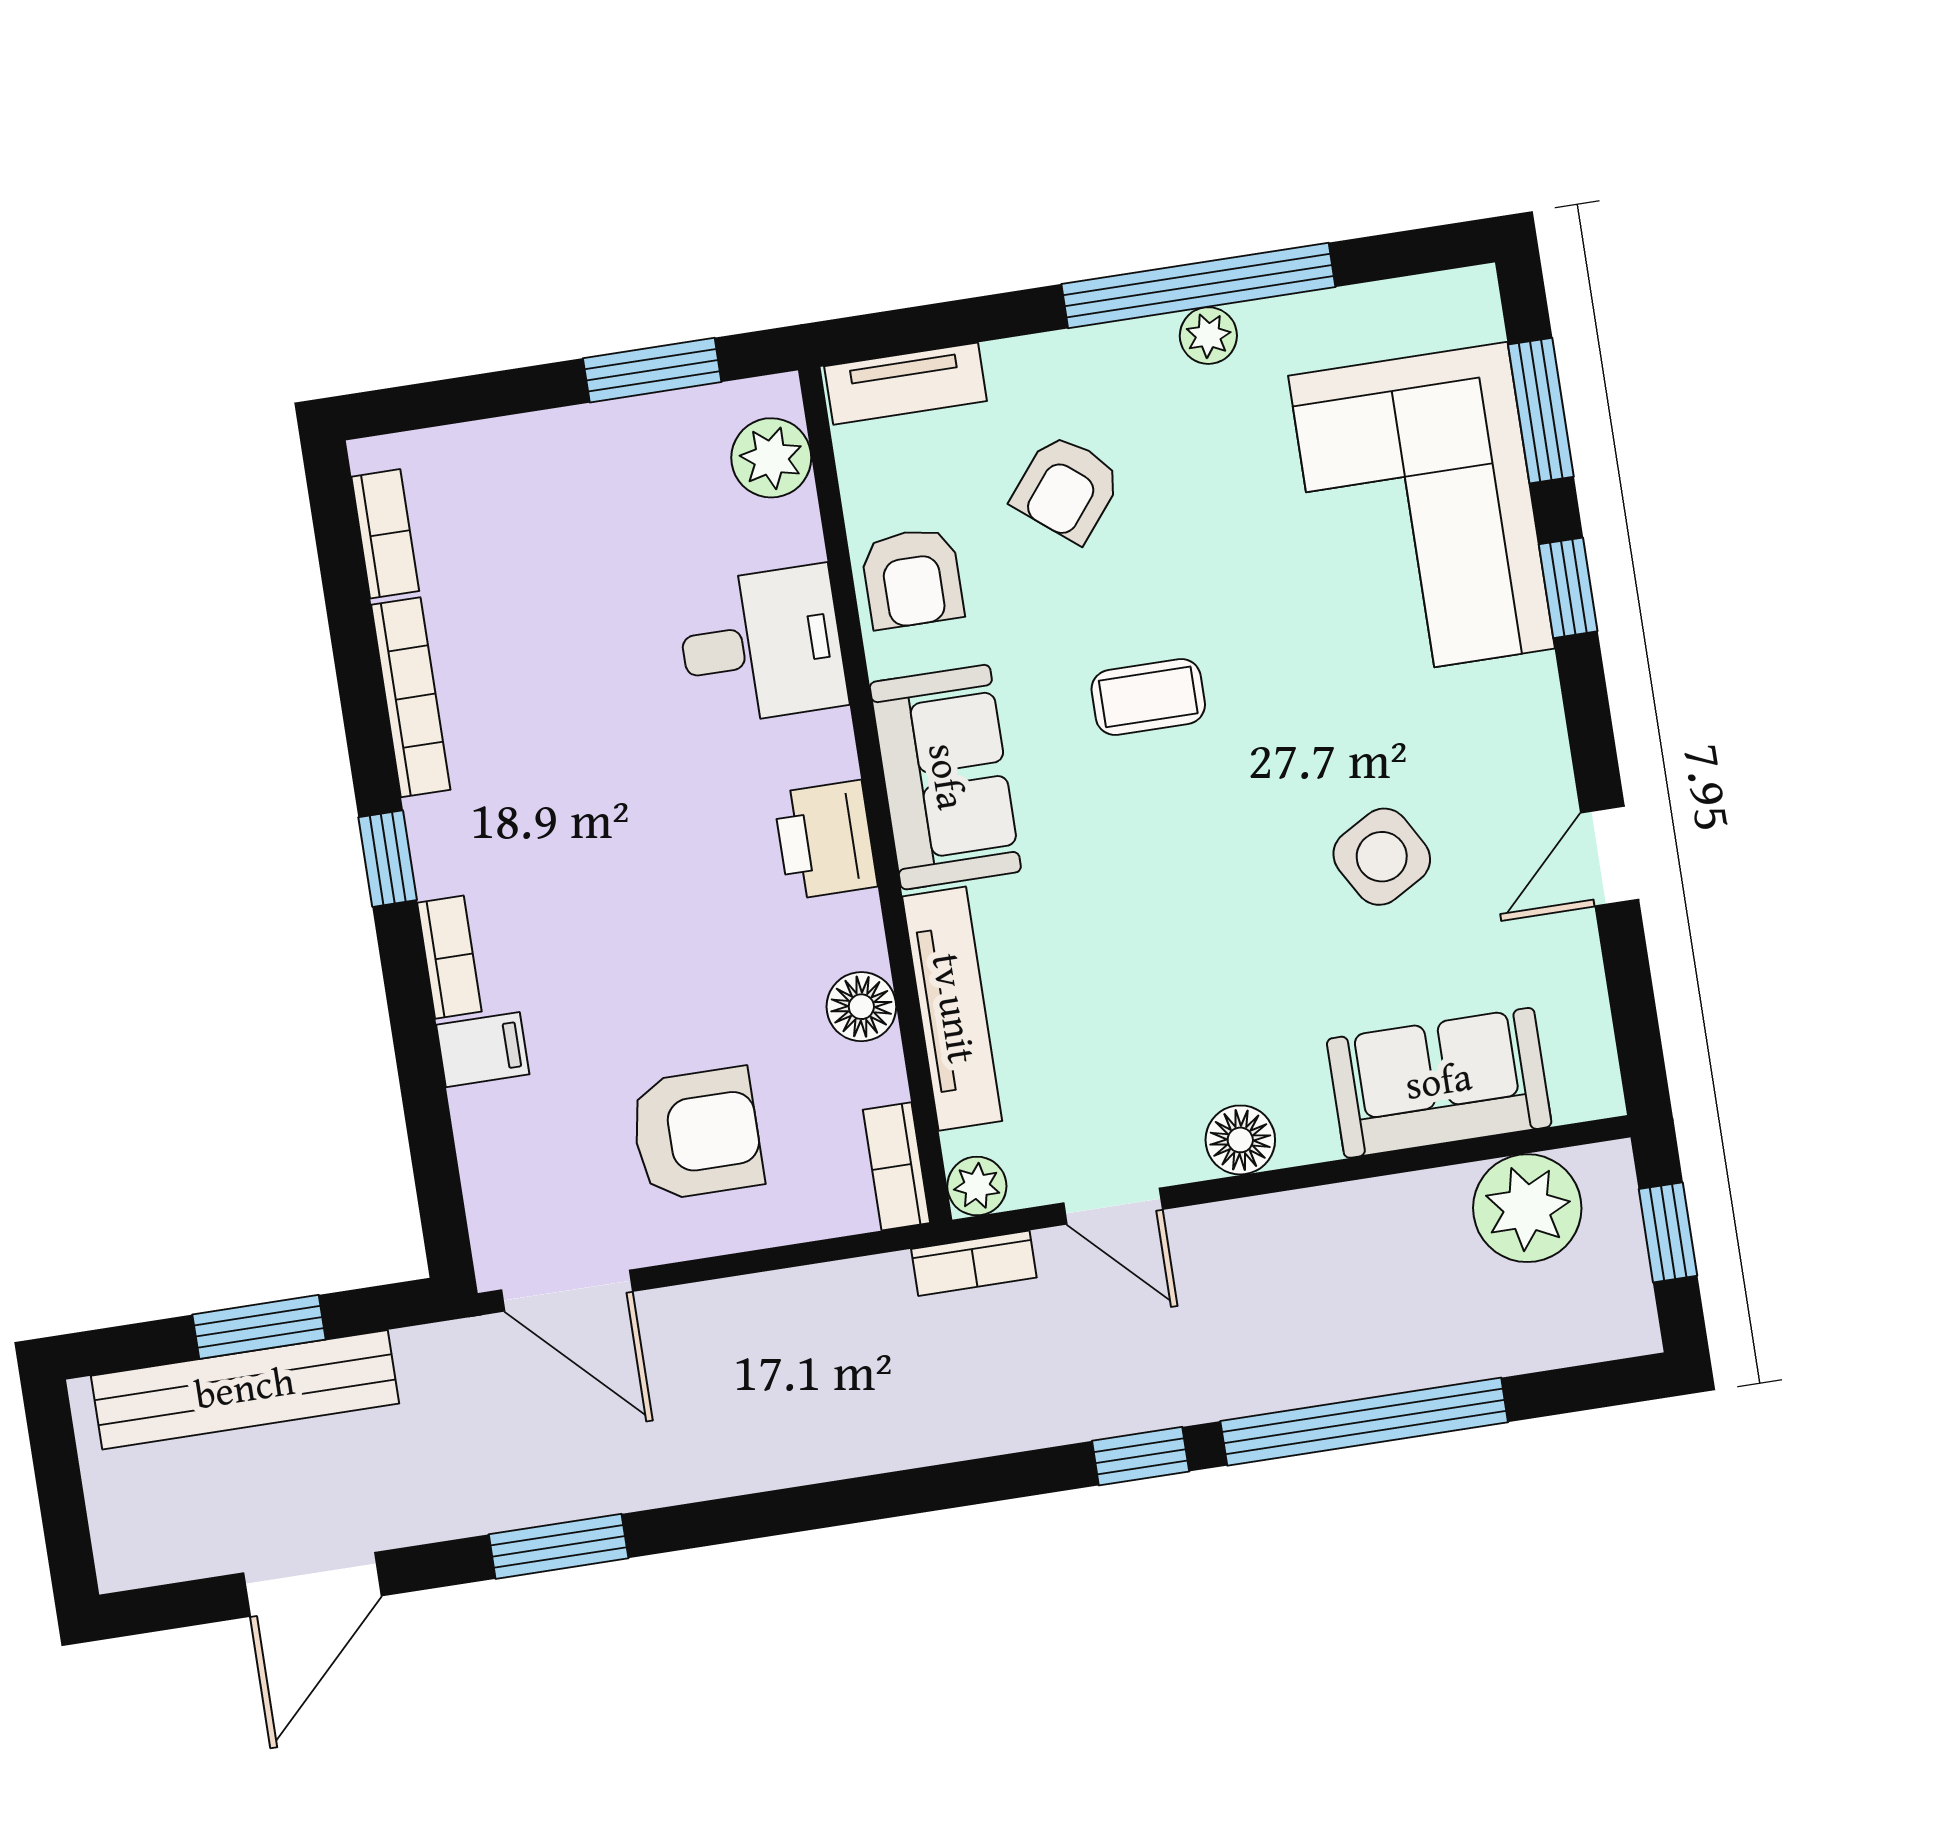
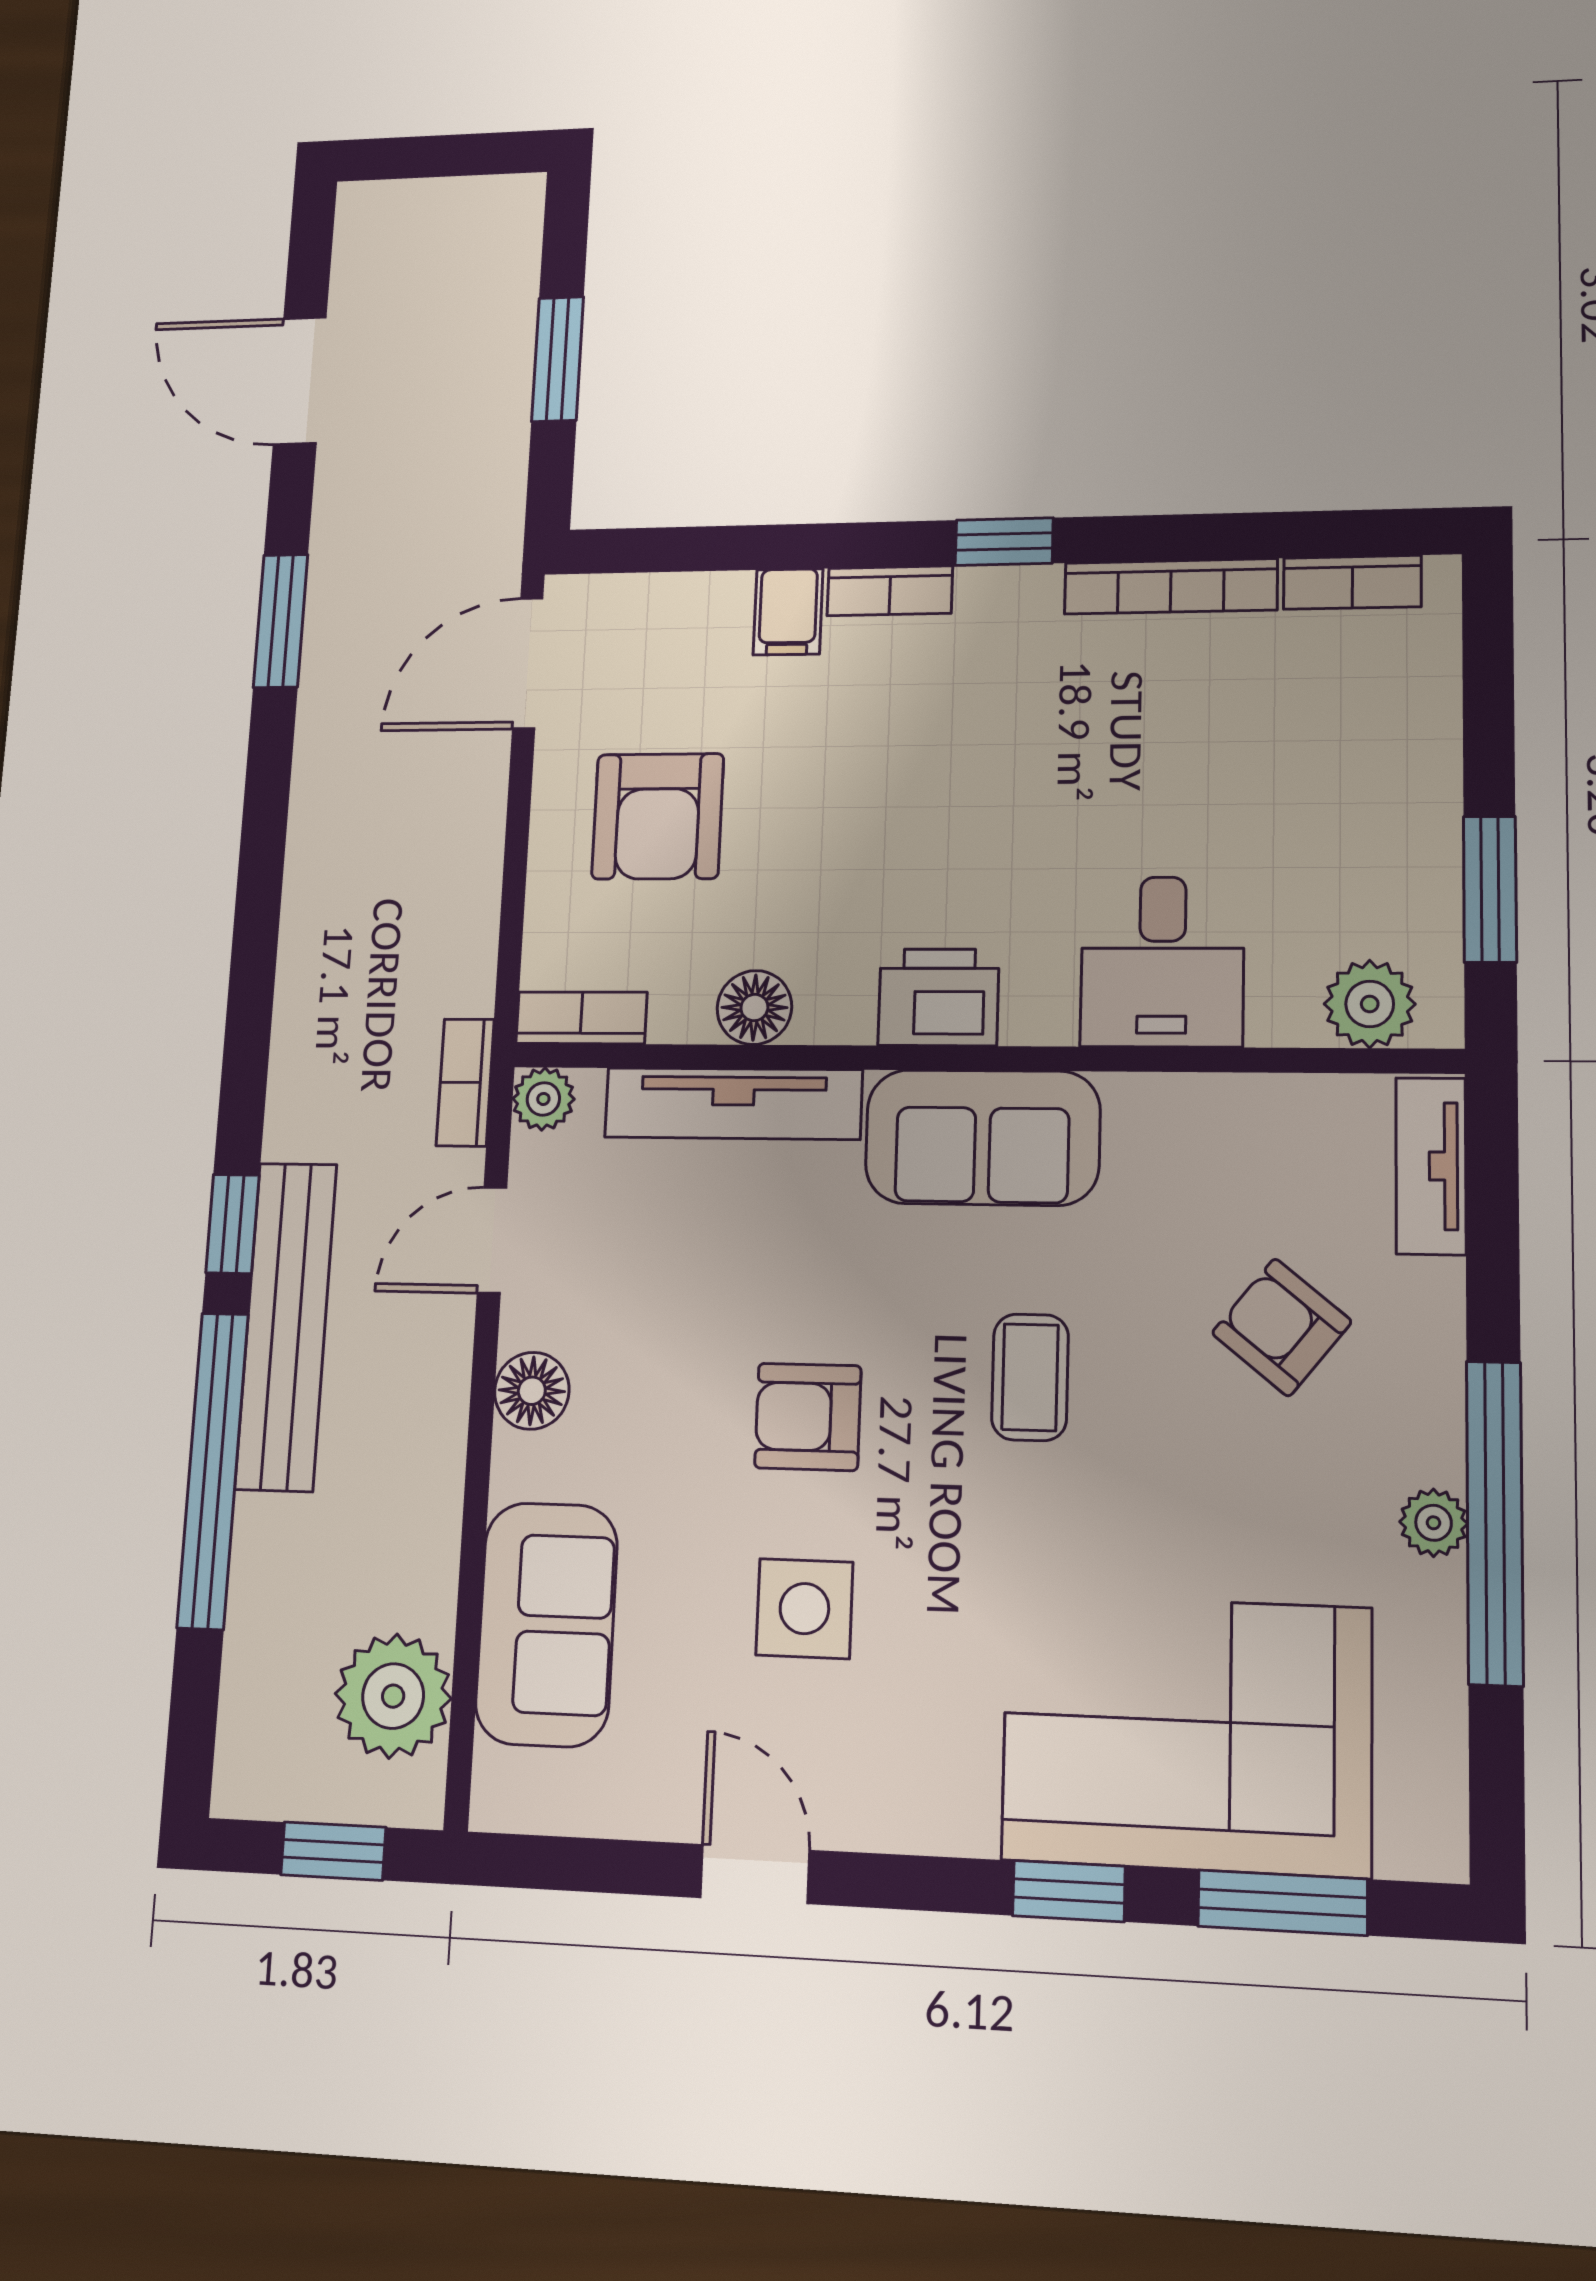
armchair: (912, 578) -> (808, 1417), moved
side table: (1382, 857) -> (804, 1609), turned 30
bench: (245, 1390) -> (286, 1326), moved

